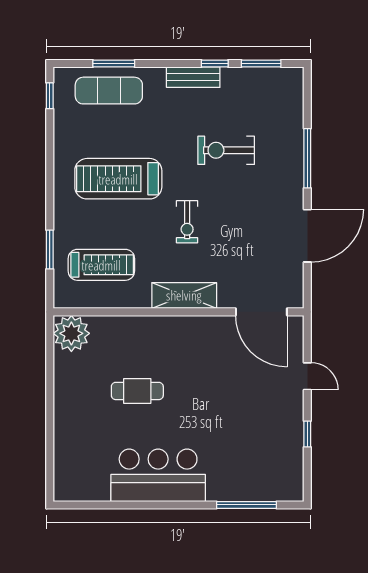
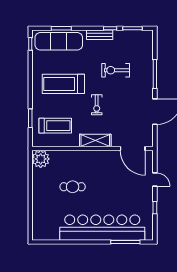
exercise mat: (109, 91) -> (59, 41), width x1.36, depth x1.45
bar counter: (158, 475) -> (102, 228), width x1.86

